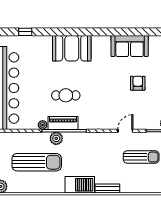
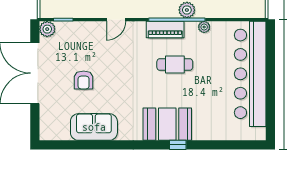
window: (25, 32) -> (178, 145), moved
piano: (63, 123) -> (165, 30), moved
door: (125, 131) -> (116, 20), moved

